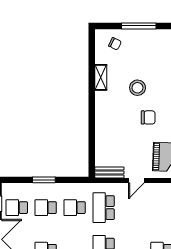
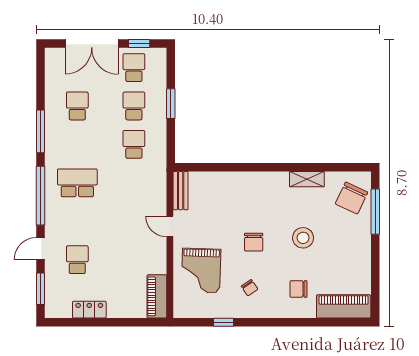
window: (139, 26) -> (375, 212), moved
chair: (115, 44) -> (352, 198), width x1.87, depth x1.87
stool: (138, 88) -> (303, 238), moved
school desk: (104, 208) -> (134, 183), removed

